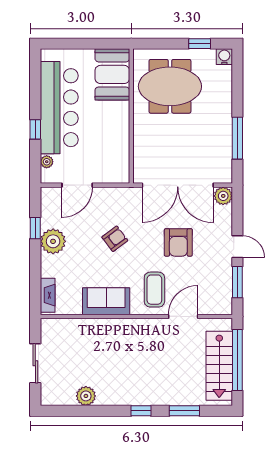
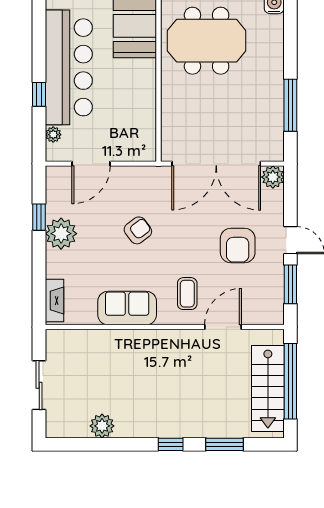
armchair: (178, 242) -> (238, 246), moved
coffee table: (154, 290) -> (187, 294), width x0.73, depth x0.77

